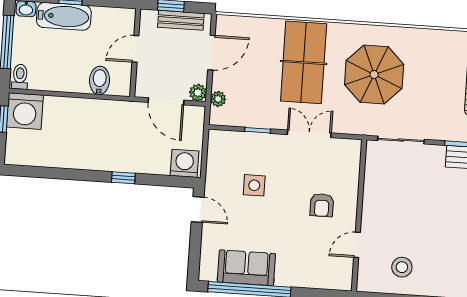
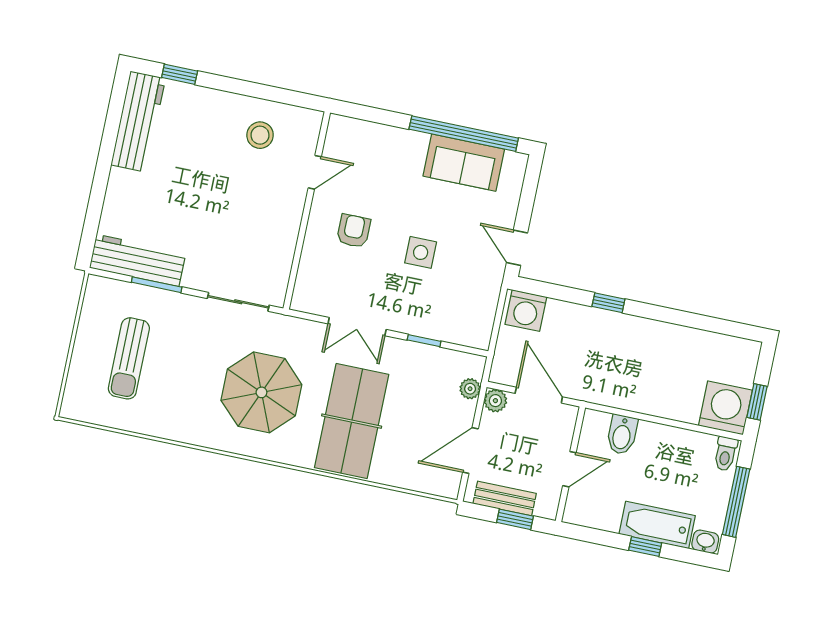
side table: (254, 185) -> (421, 252), moved

